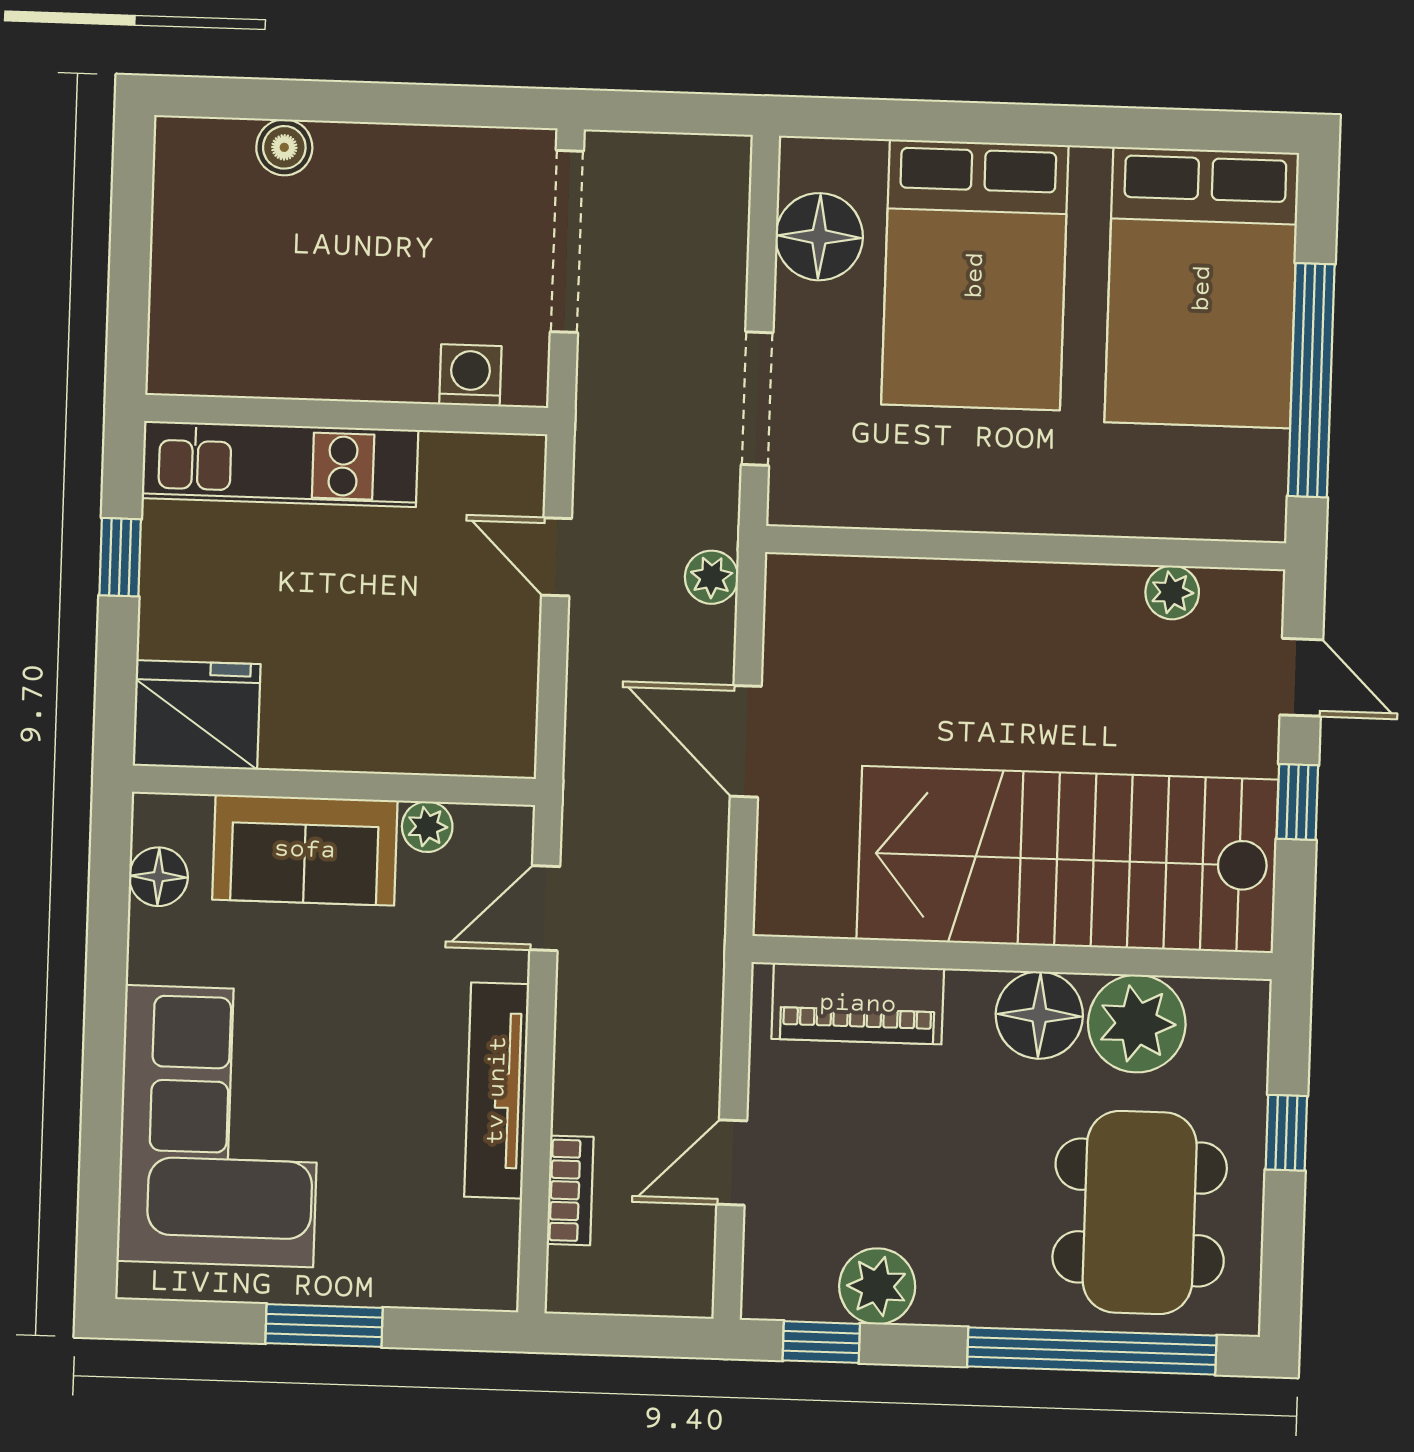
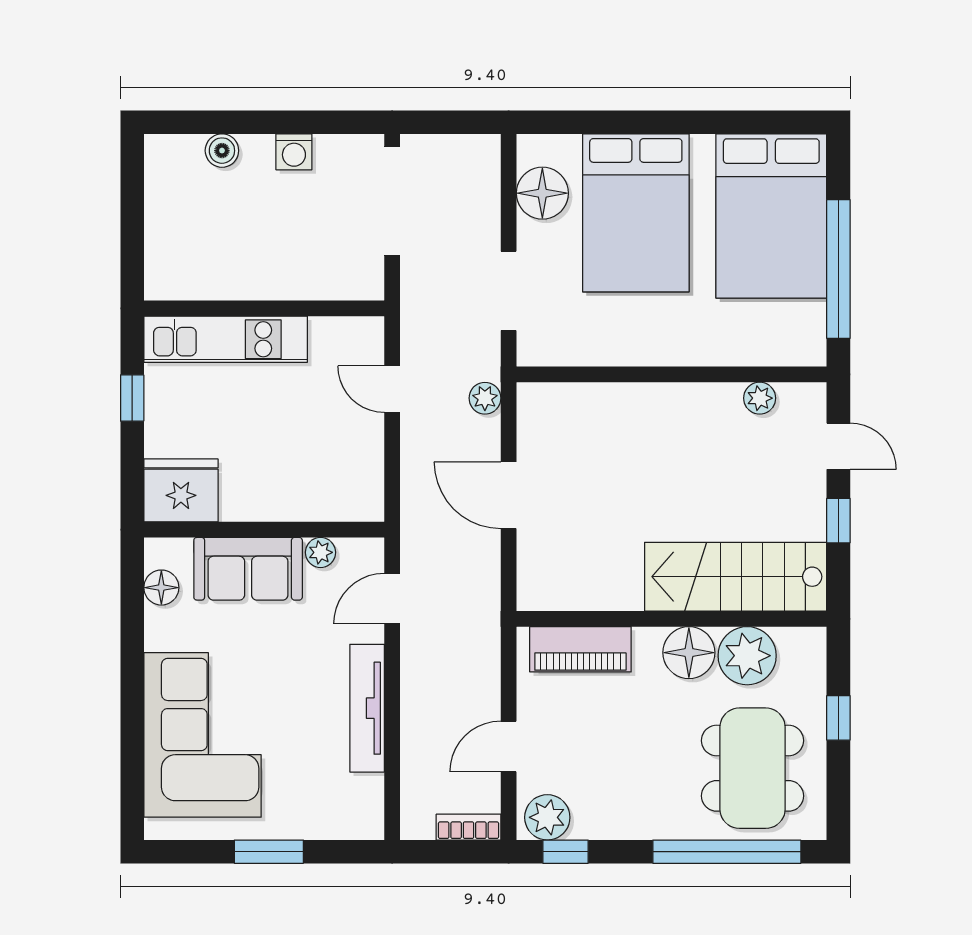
washing machine: (470, 375) -> (294, 152), moved, turned 180
stairs: (1067, 860) -> (736, 577), width x0.73, depth x0.66
bookcase: (570, 1190) -> (468, 827), moved, turned -90
plant: (877, 1286) -> (547, 817), moved

